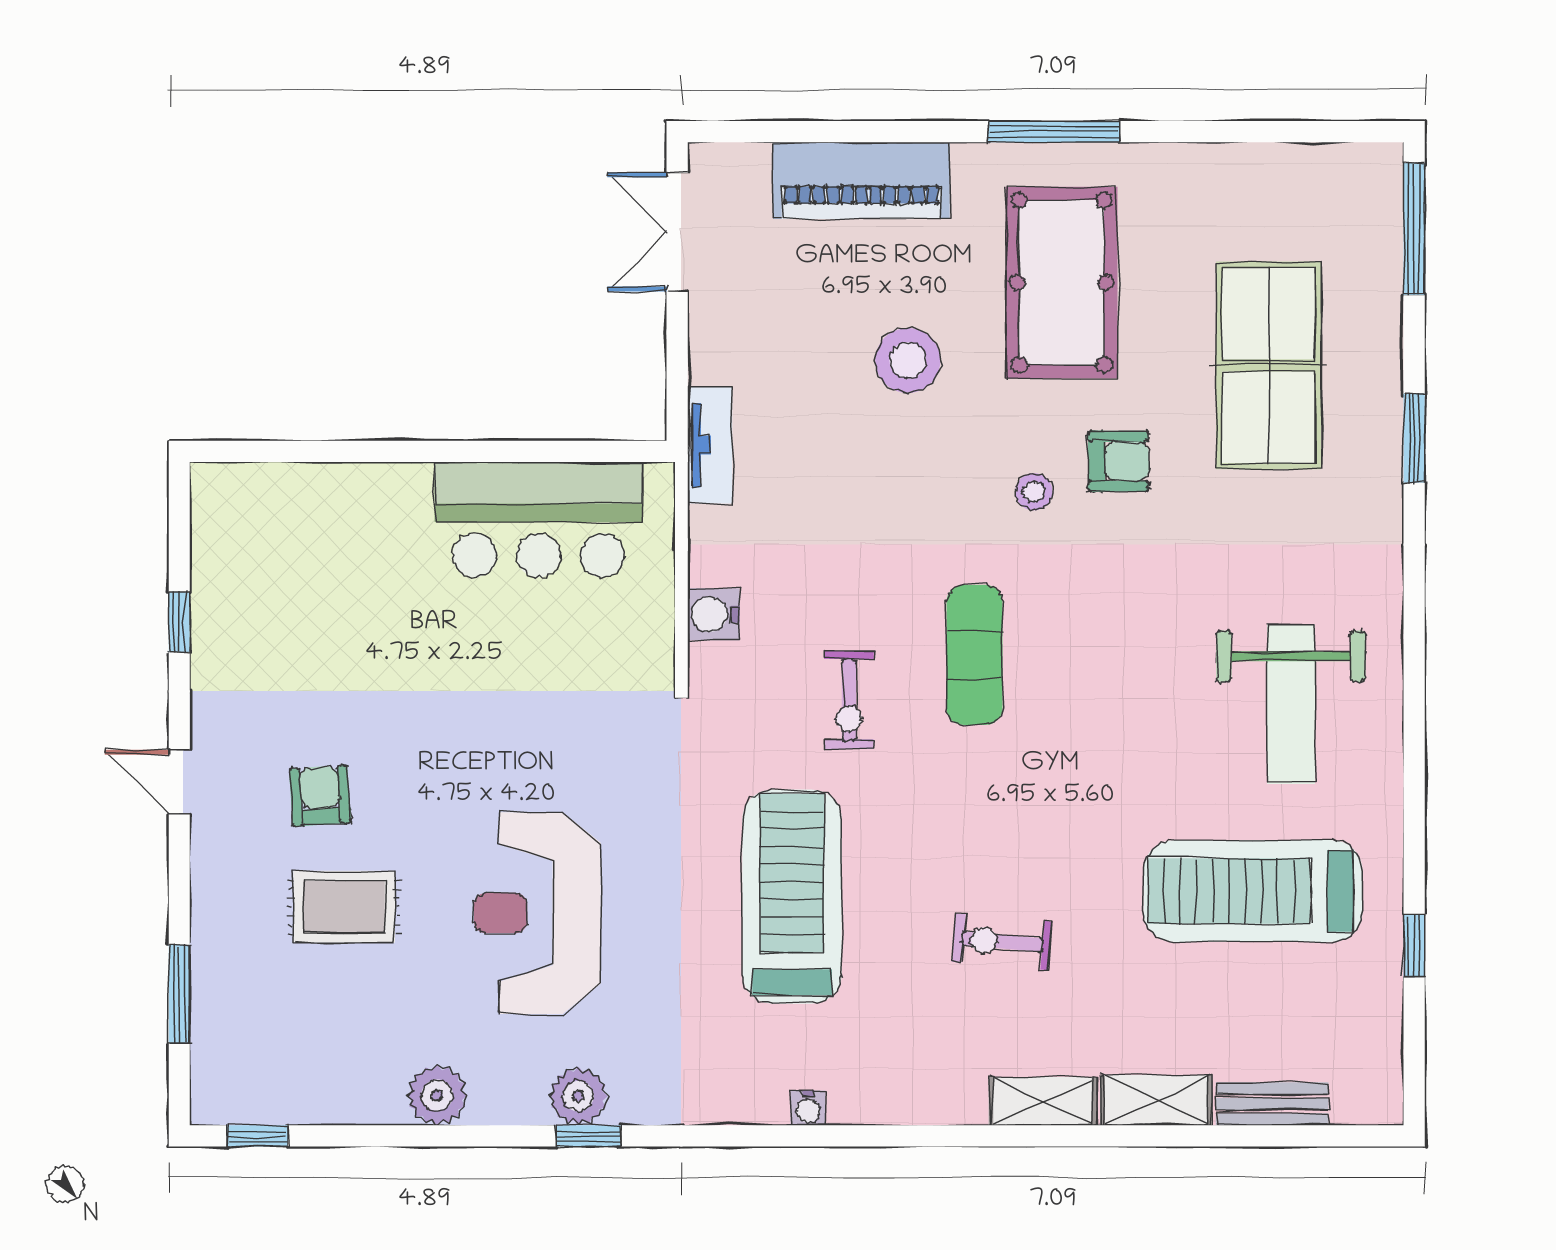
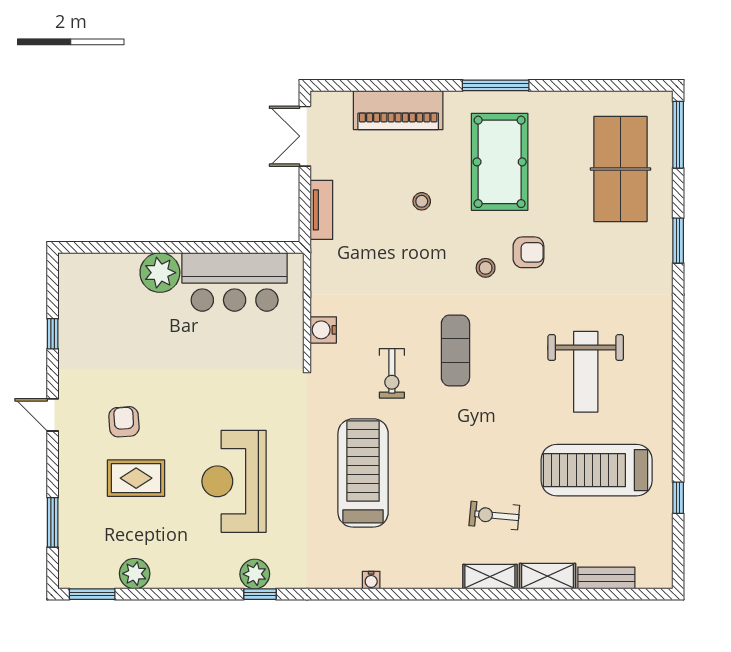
stool: (908, 360) -> (422, 201), width x0.53, depth x0.53
table tennis table: (1268, 365) -> (620, 169), moved
tv unit: (710, 445) -> (321, 210), moved
plant: (391, 501) -> (160, 273), added
weight bench: (1291, 704) -> (586, 372), moved
exercise bike: (1002, 942) -> (494, 515), moved
plant: (437, 1095) -> (135, 574), moved
window: (257, 1136) -> (92, 594), width x1.50

